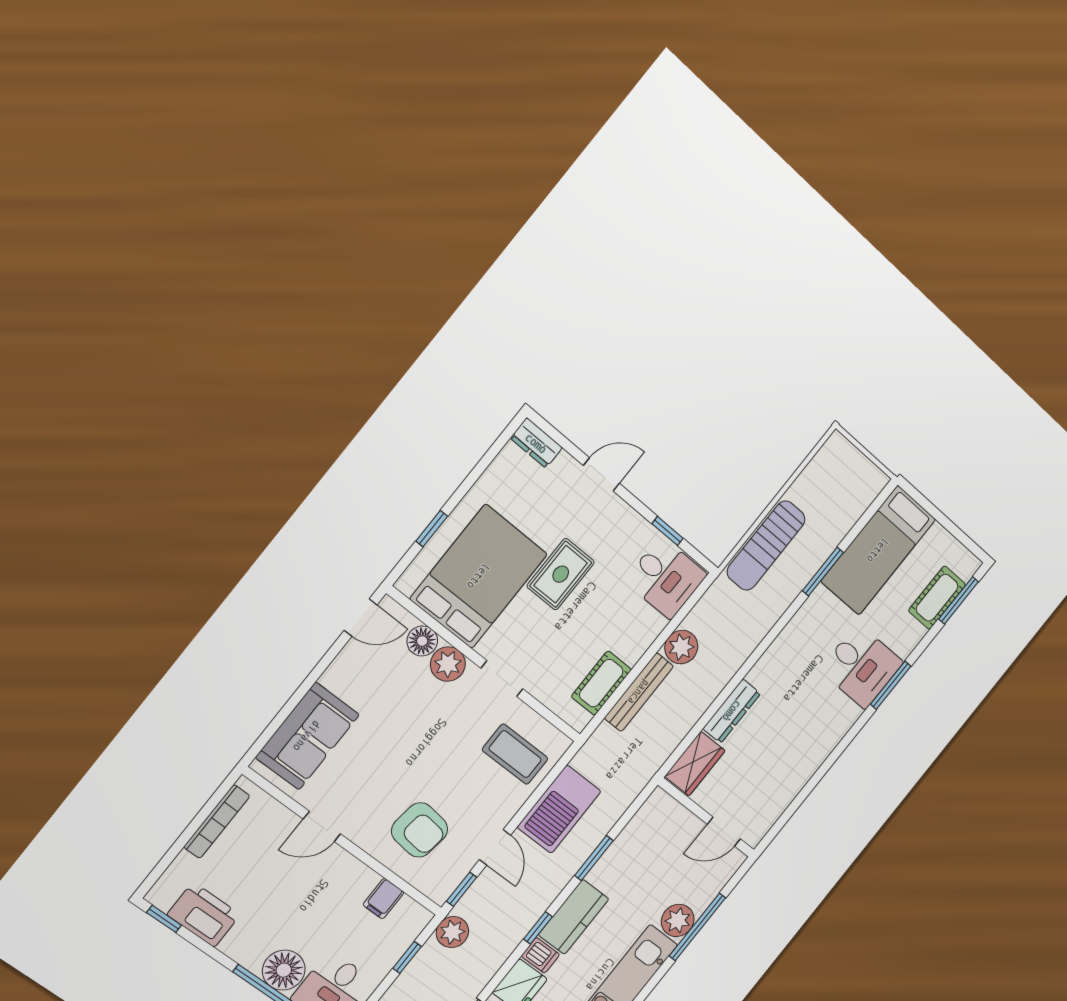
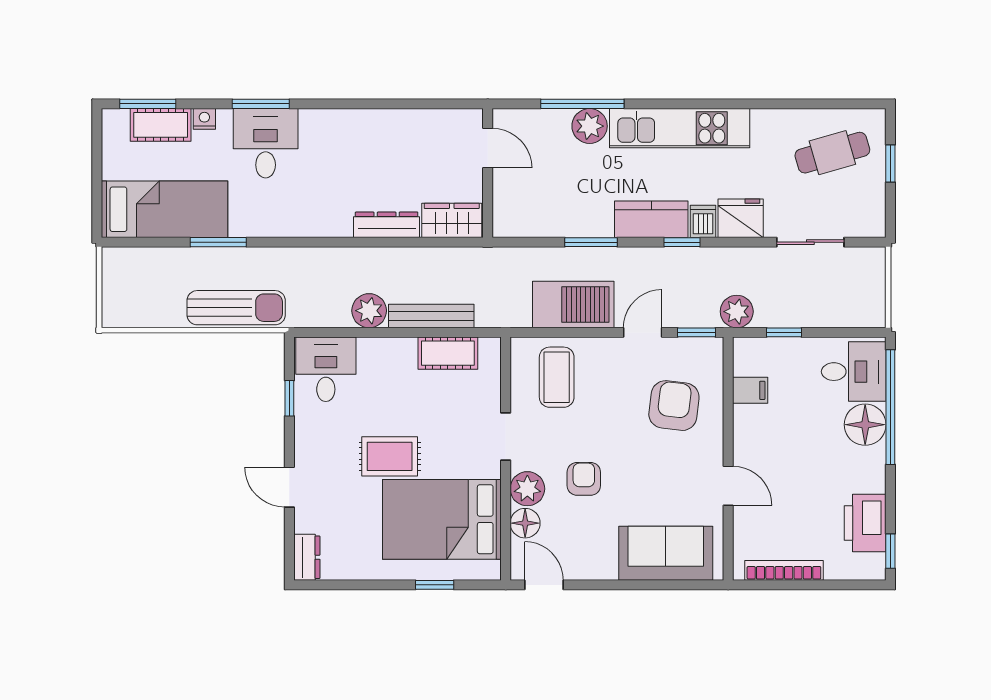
nightstand: (915, 634) -> (204, 119), added
armchair: (420, 715) -> (584, 479), added

